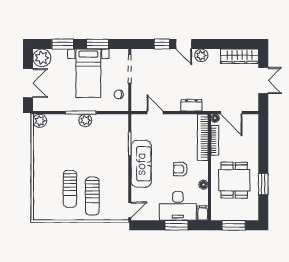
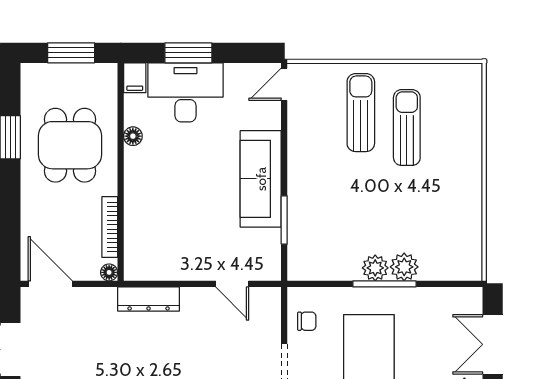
dresser: (191, 105) -> (149, 299), width x1.44
door: (231, 113) -> (50, 284), moved
plant: (40, 121) -> (404, 267), moved
bookcase: (203, 137) -> (134, 233), removed
armchair: (180, 169) -> (180, 168), removed

